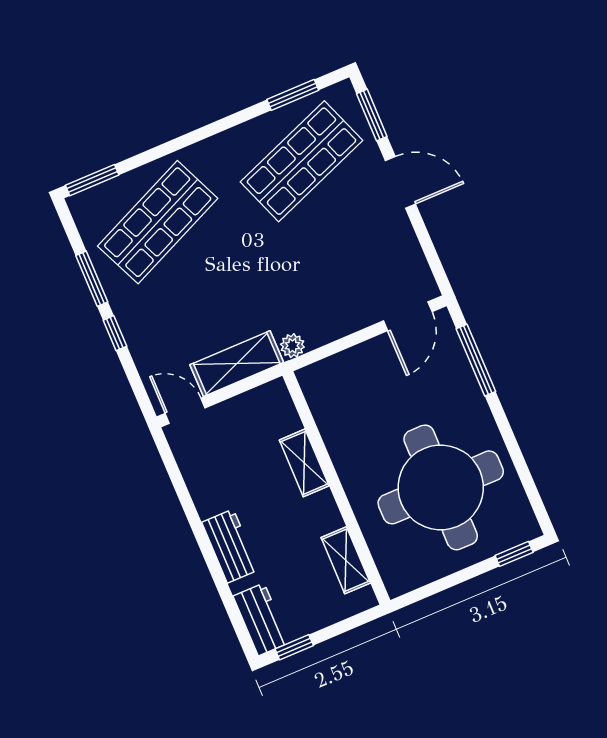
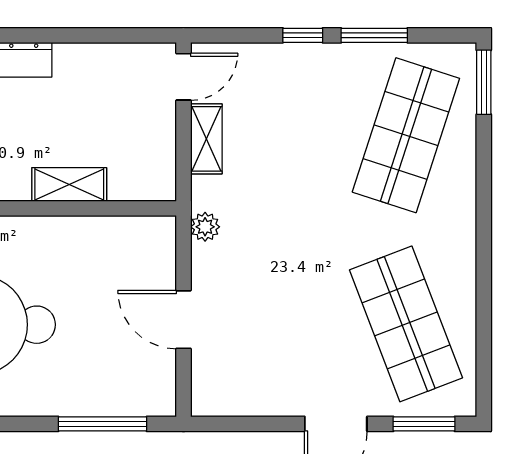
window: (293, 95) -> (484, 345), removed
shop shelf: (158, 222) -> (406, 135), turned 42
door: (408, 316) -> (183, 320), moved
shelving: (237, 364) -> (206, 139), width x0.67, depth x0.75

